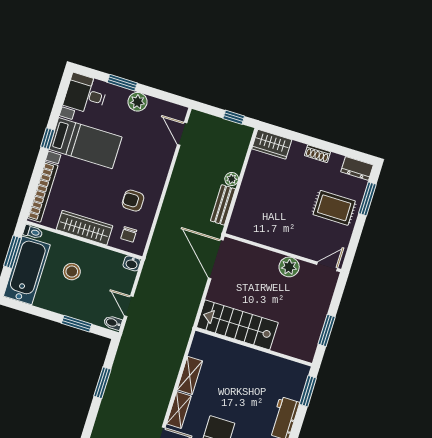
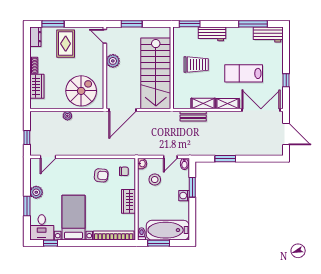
window: (234, 117) -> (27, 138), moved
window: (48, 139) -> (50, 243), moved
wardrobe: (272, 144) -> (37, 86), moved
armchair: (133, 201) -> (101, 175), turned -85
bench: (223, 205) -> (193, 116), moved
spiral stairs: (261, 209) -> (81, 91), added
wardrobe: (84, 228) -> (128, 201), width x0.67
stool: (72, 272) -> (155, 180), moved
washing machine: (68, 309) -> (184, 196), added
stairs: (237, 325) -> (156, 73), width x1.36, depth x1.51
window: (327, 330) -> (132, 24), moved
trolley: (248, 383) -> (196, 64), added

